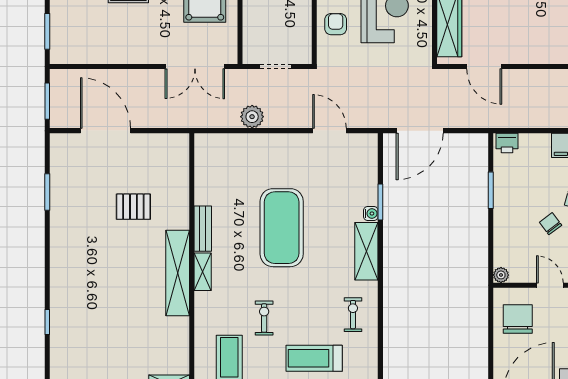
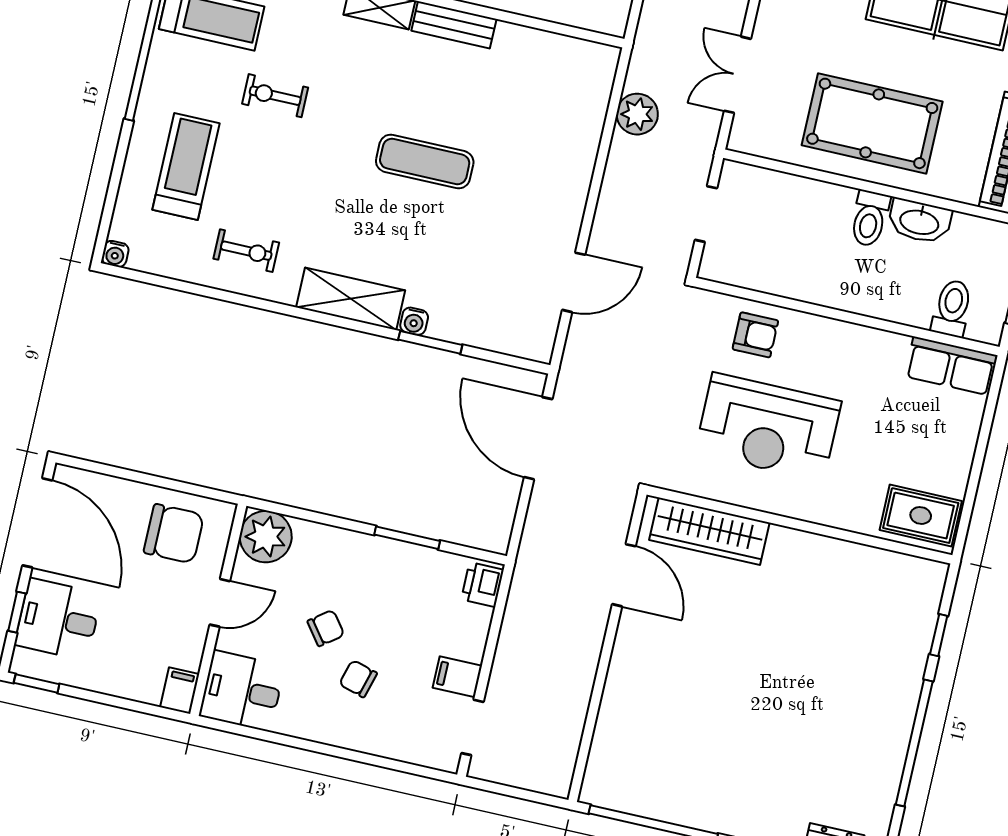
double door: (195, 66) -> (738, 75), width x0.73
door: (484, 66) -> (624, 575), swing flipped
plant: (252, 117) -> (637, 114), moved
exercise mat: (282, 228) -> (425, 162), width x0.50, depth x0.69
plant: (501, 275) -> (266, 537), width x1.87, depth x1.87
exercise bike: (264, 318) -> (275, 96), turned 180

